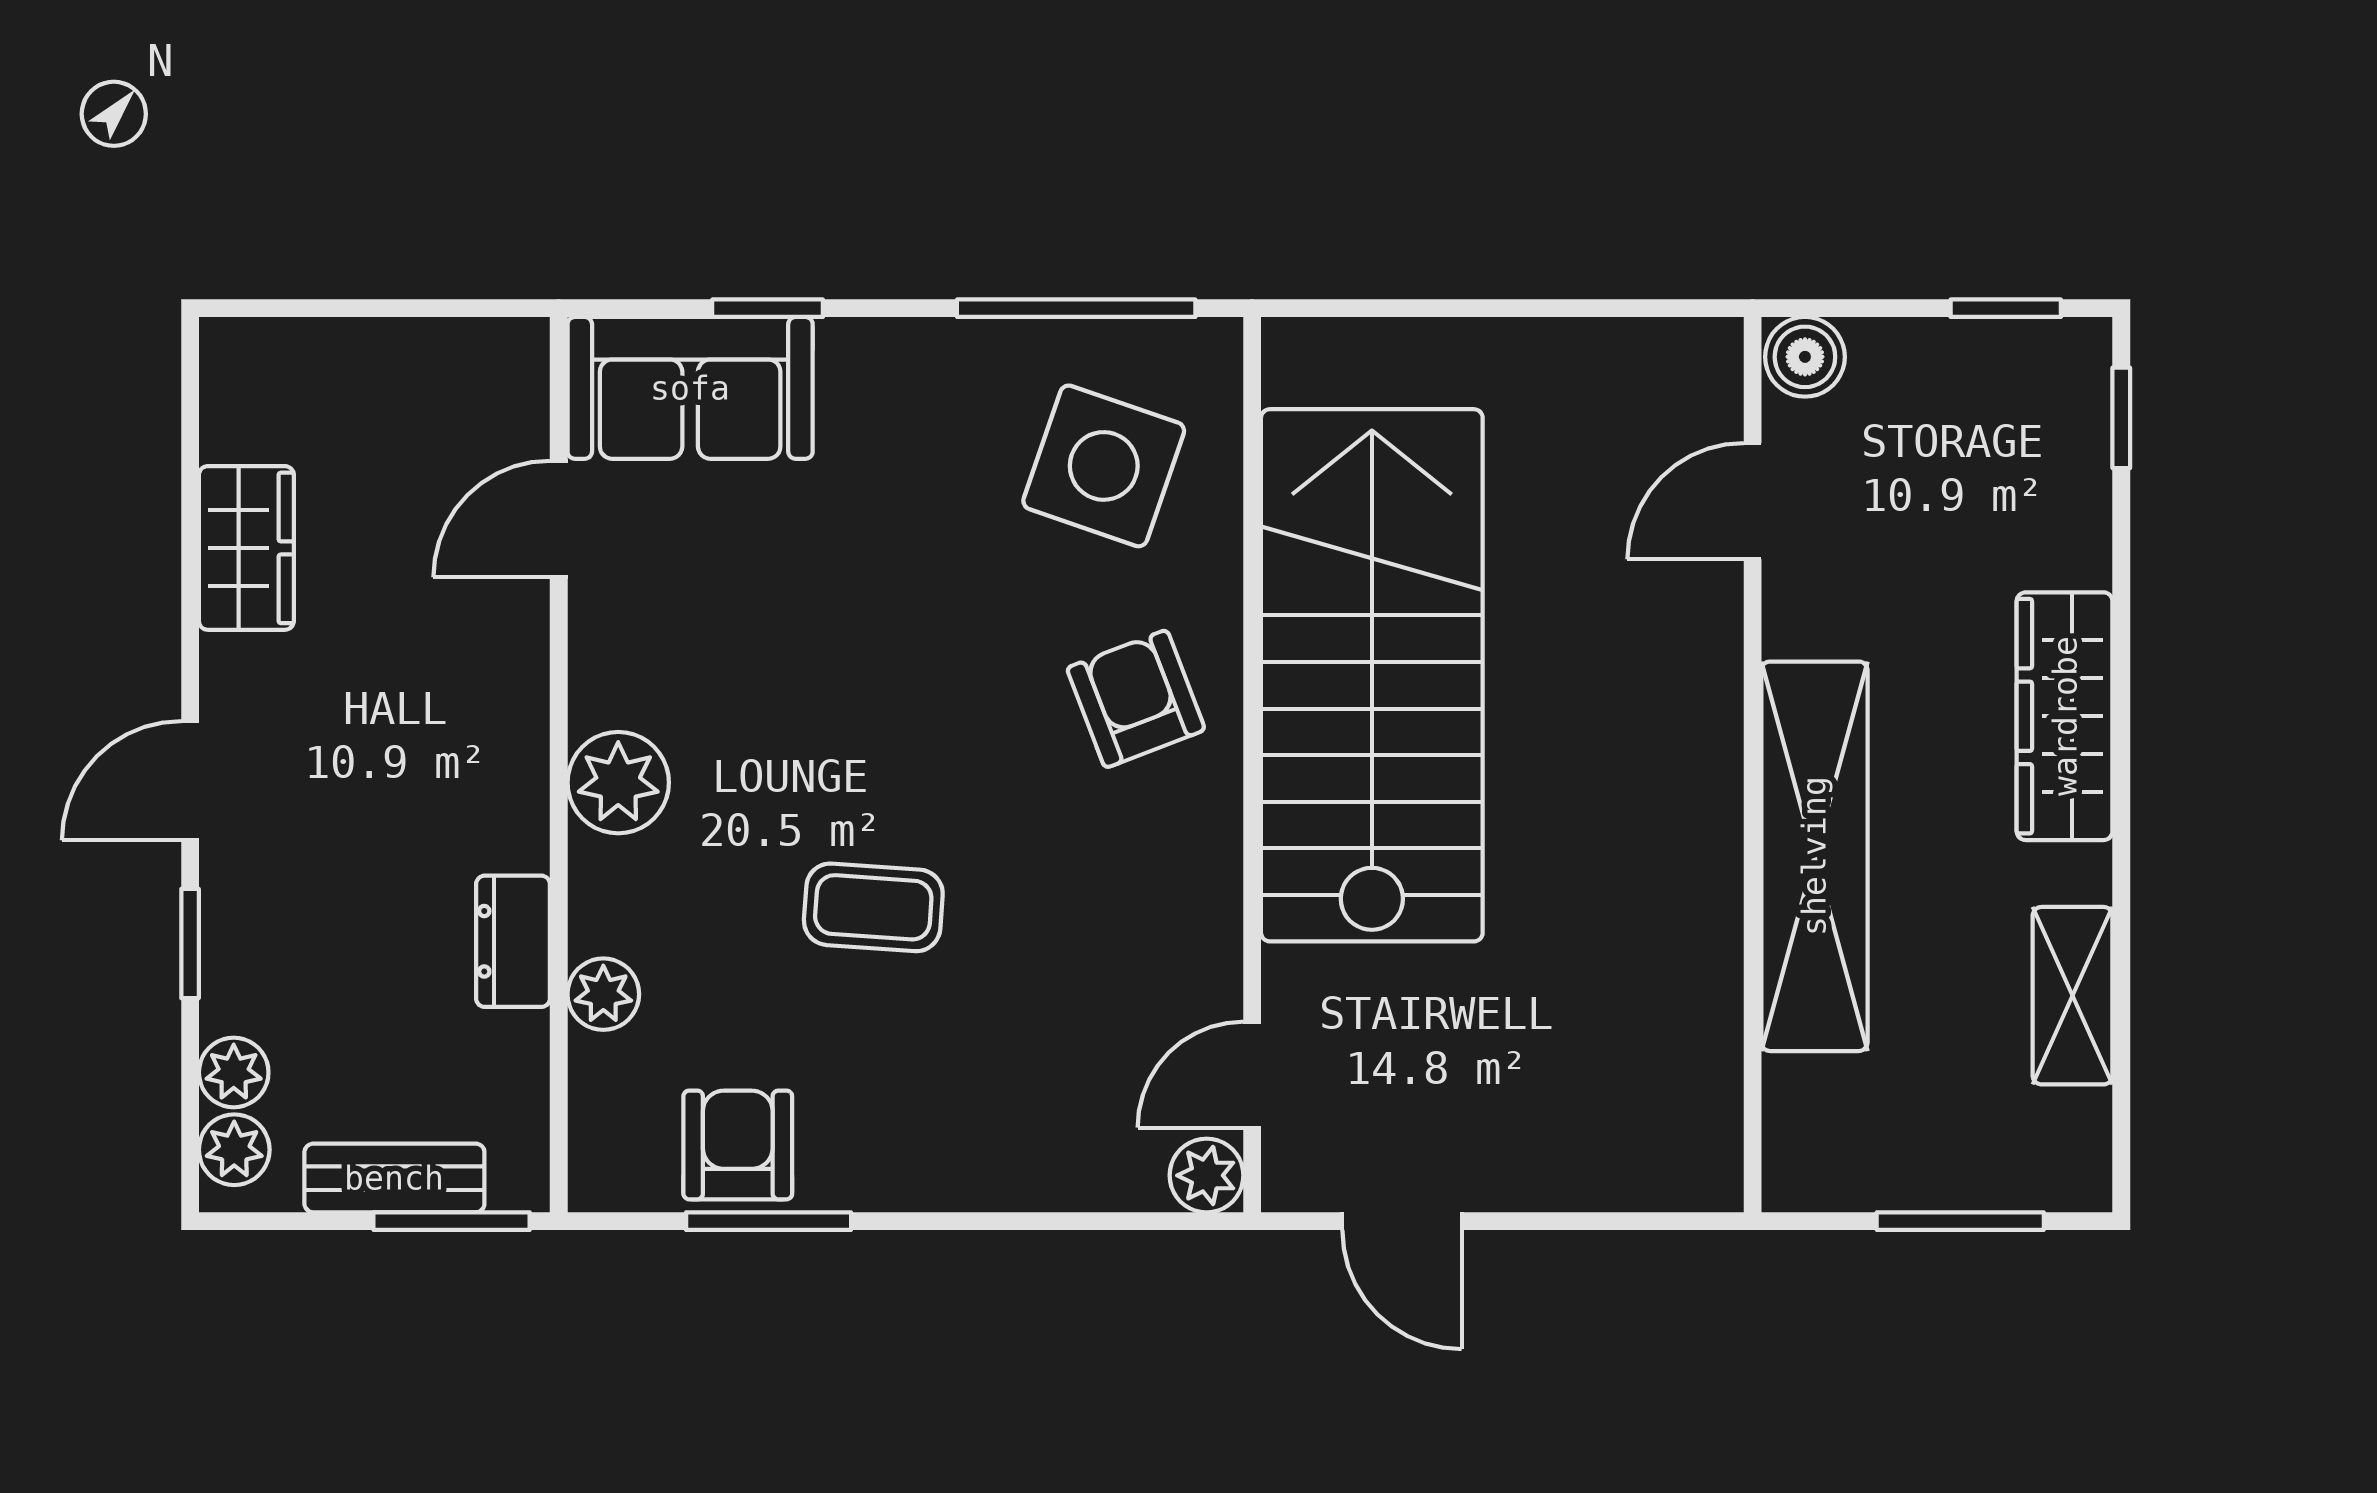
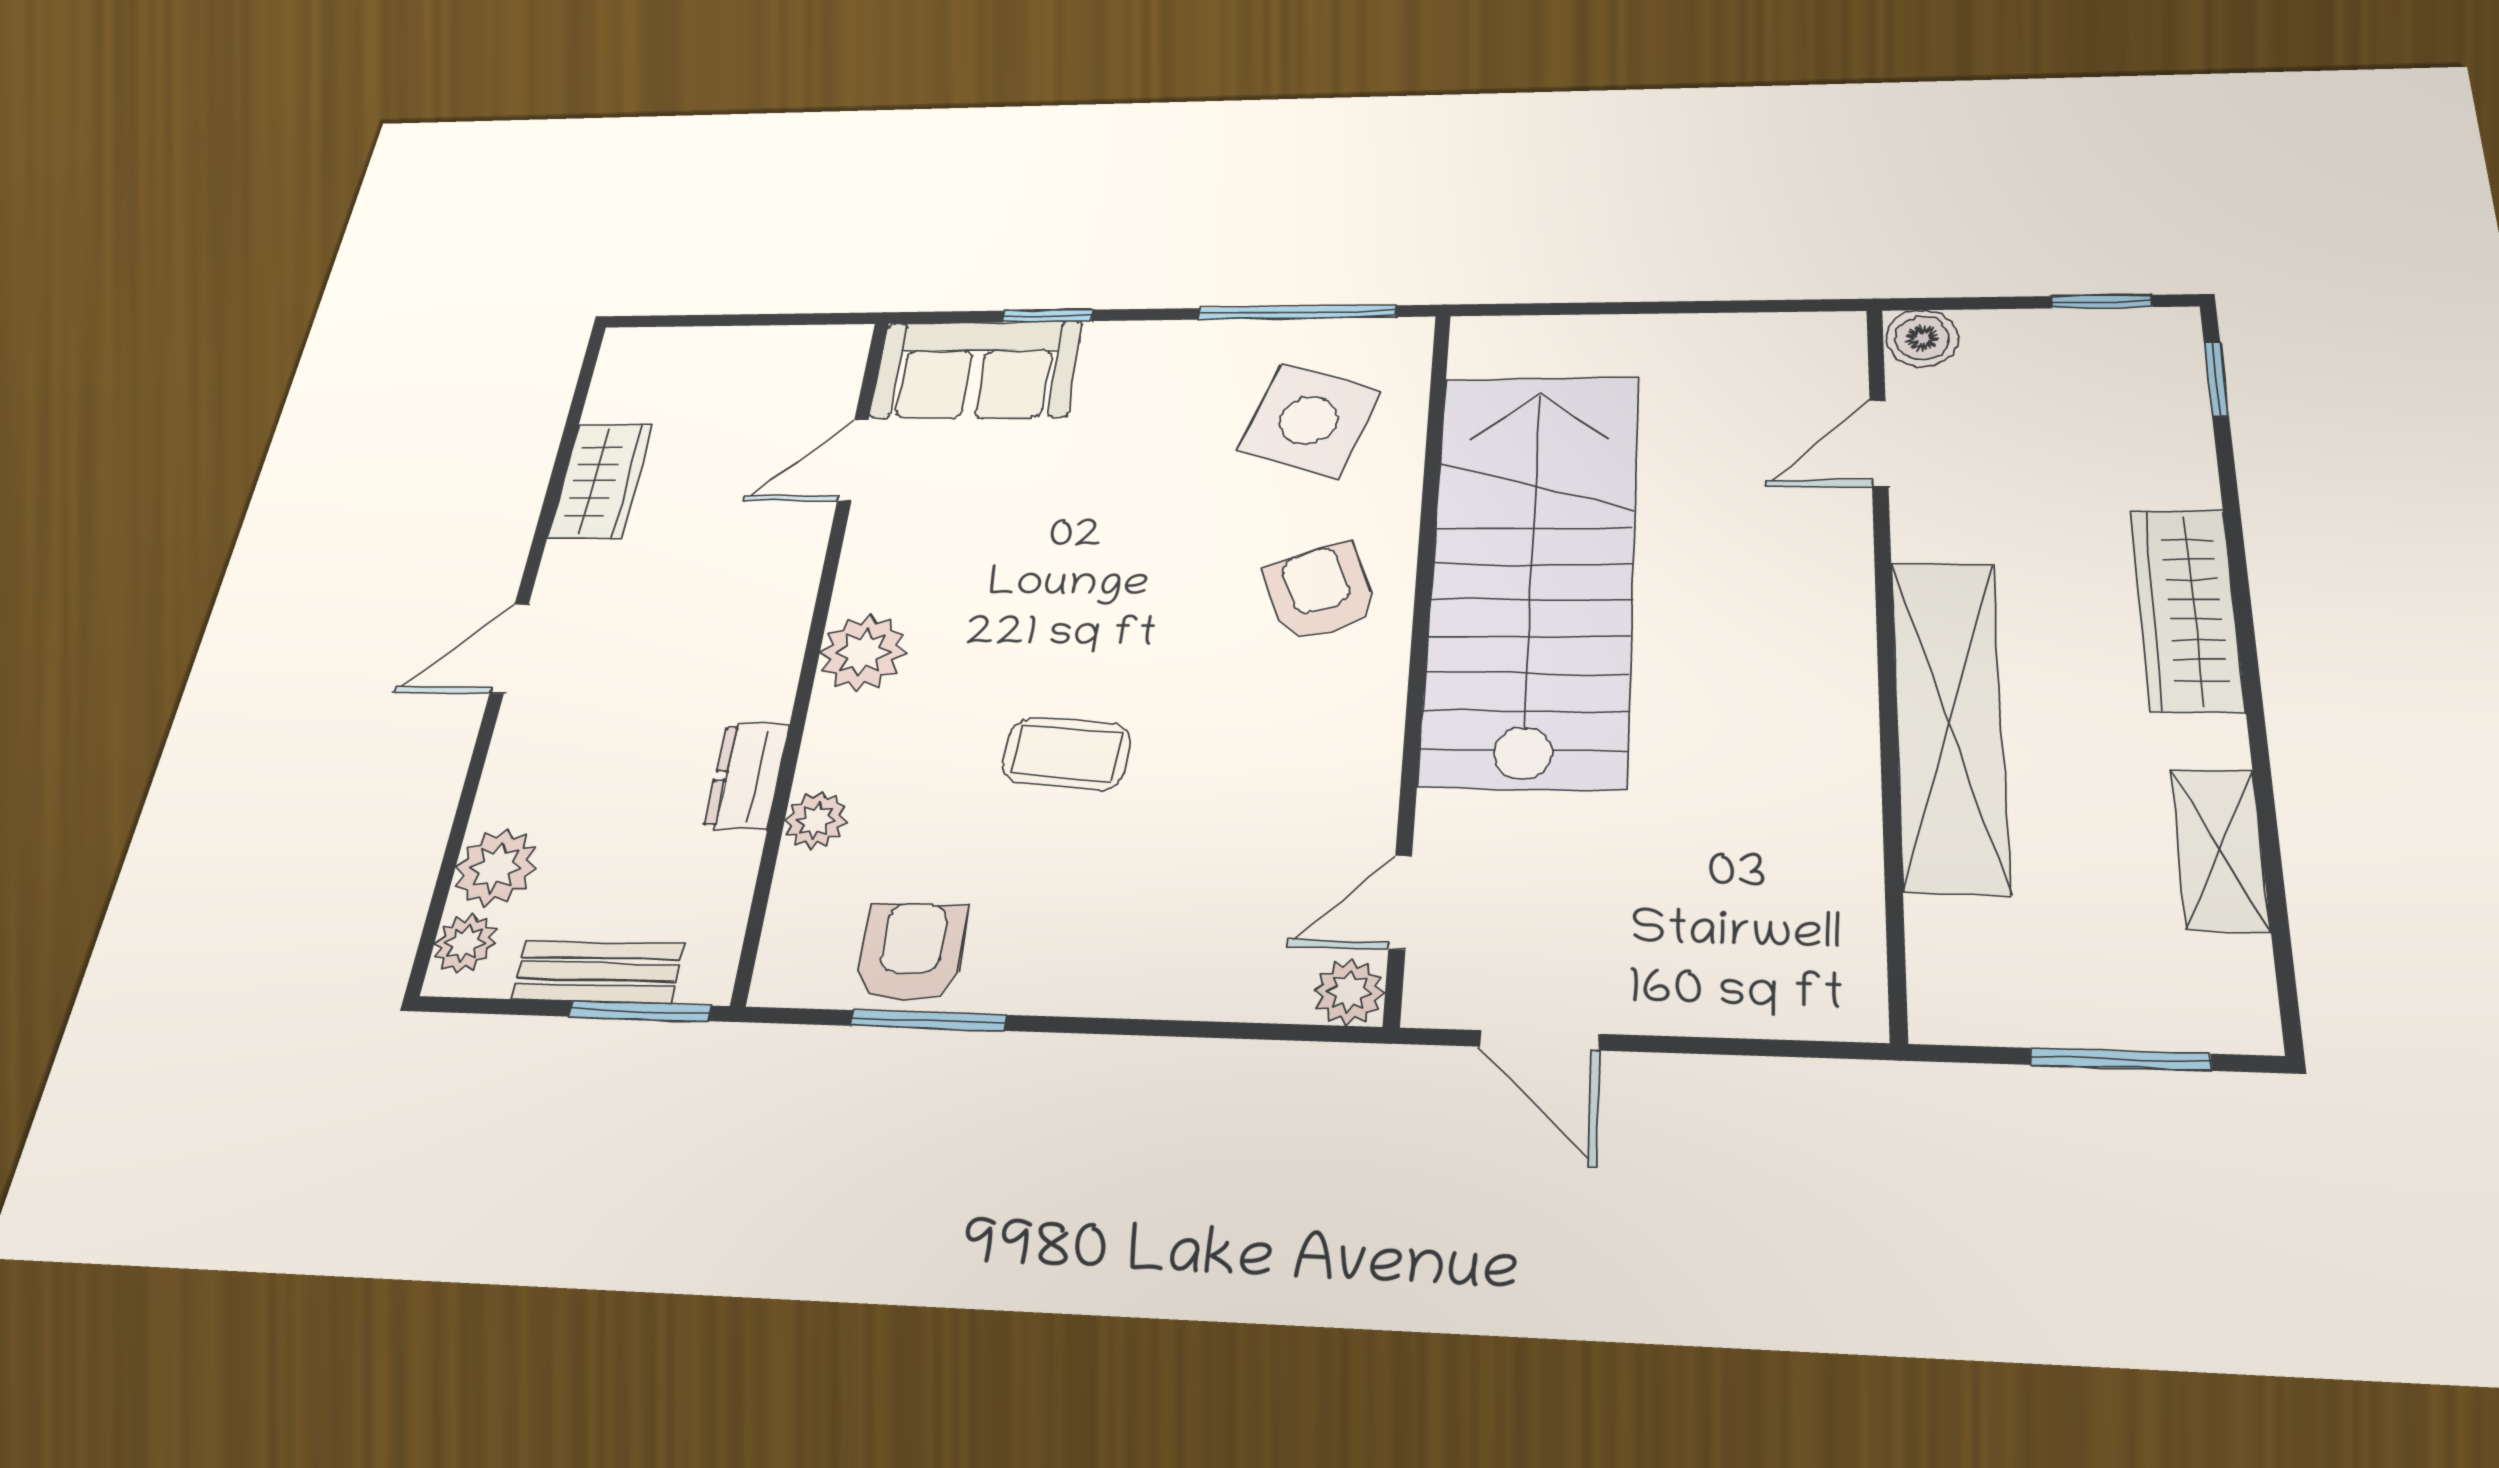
window: (190, 943) -> (474, 773), removed
plant: (234, 1072) -> (496, 868), width x1.38, depth x1.38

